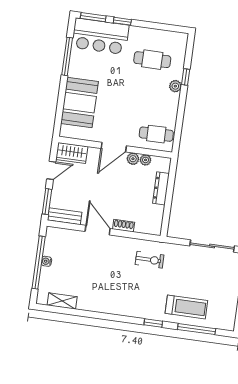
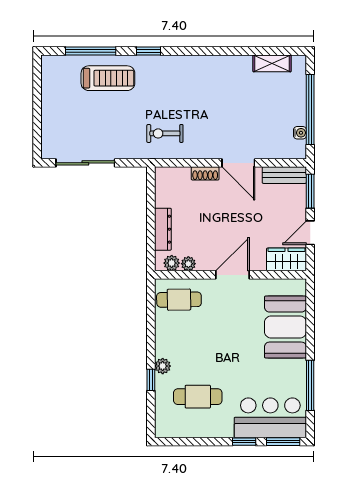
plant: (133, 159) -> (172, 263), moved
water cooler: (46, 261) -> (300, 133), moved
treadmill: (186, 307) -> (108, 78), turned 180

